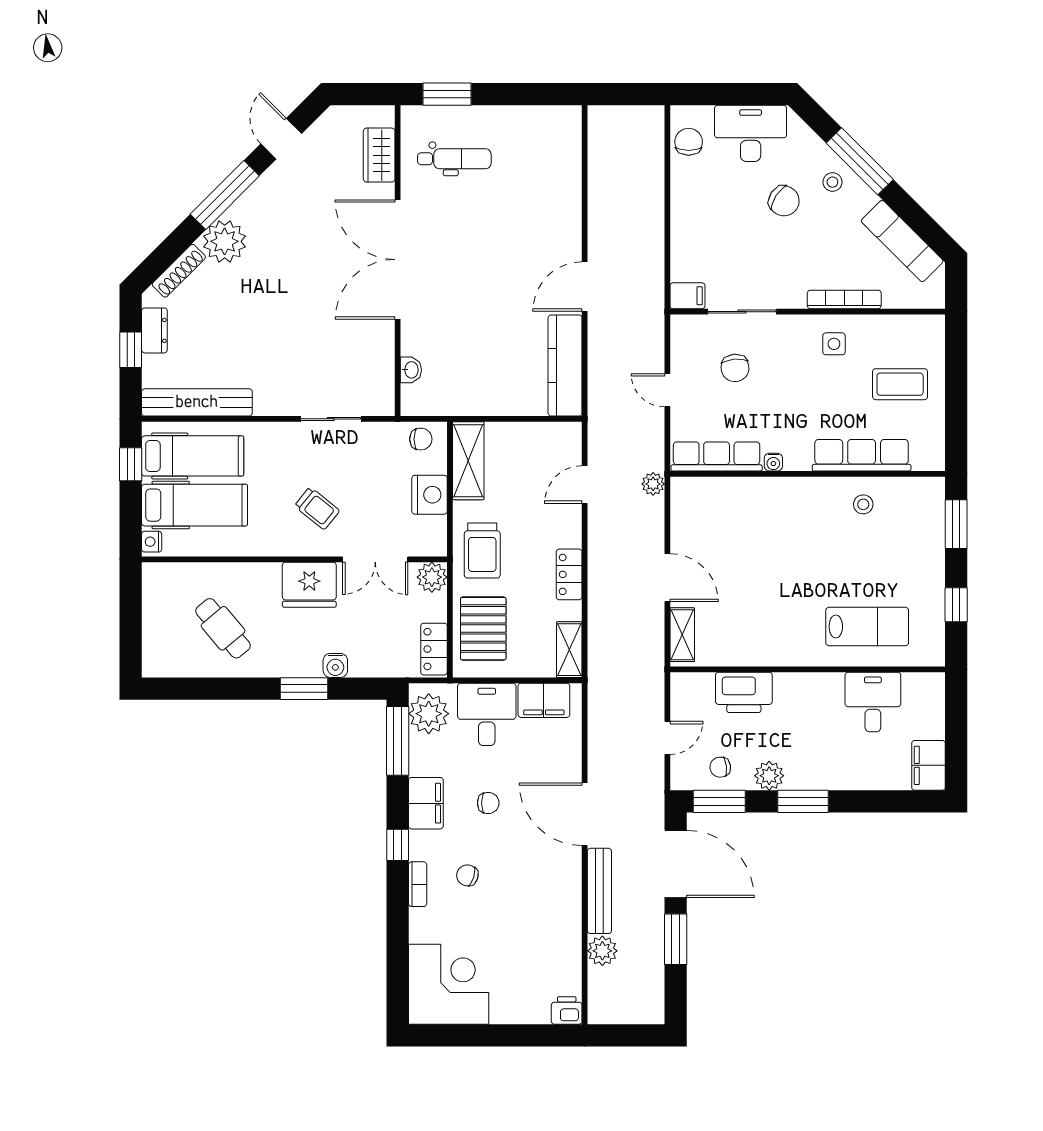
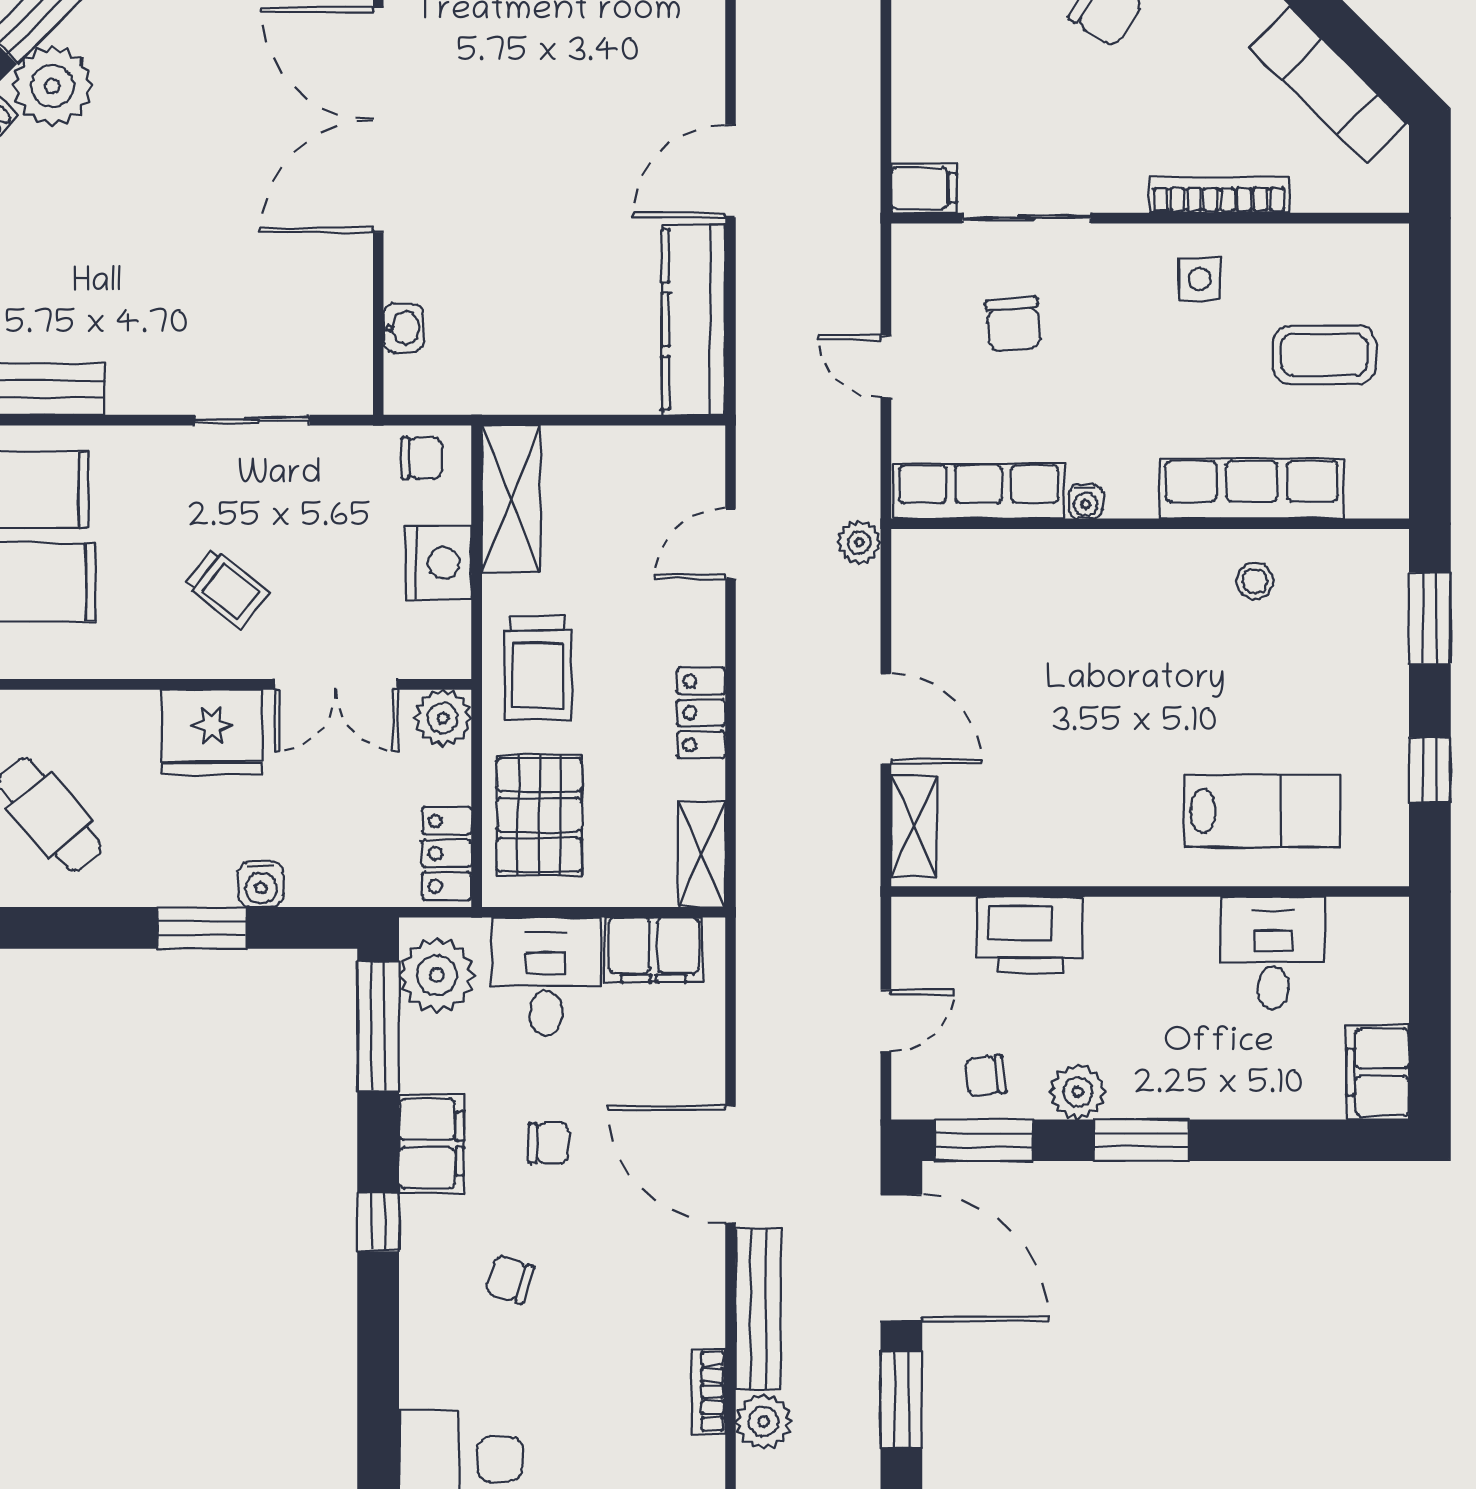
bookcase: (418, 884) -> (708, 1391), moved, turned 180

